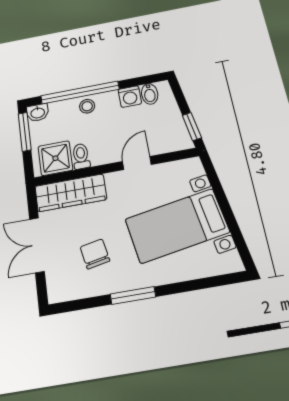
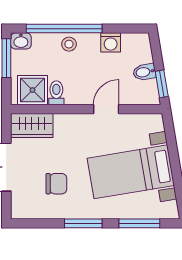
bidet: (150, 94) -> (144, 72), moved, turned 80
wardrobe: (71, 193) -> (32, 126), width x0.67
chair: (95, 254) -> (56, 184), turned 101
window: (199, 284) -> (139, 223), added

